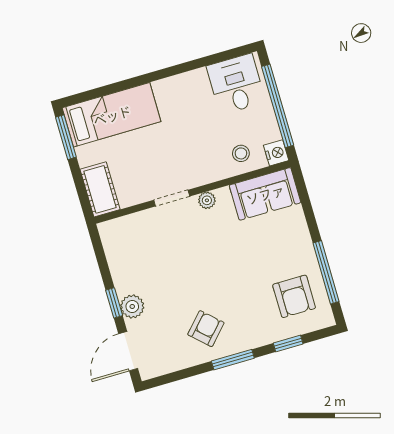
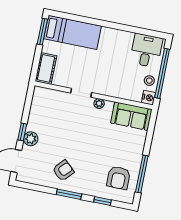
stool: (241, 153) -> (149, 81), moved

